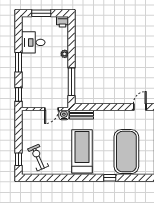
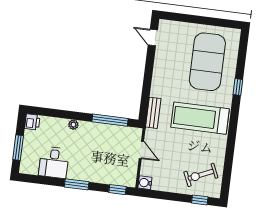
water cooler: (64, 115) -> (145, 183), moved
exercise mat: (126, 152) -> (207, 62), turned 90

